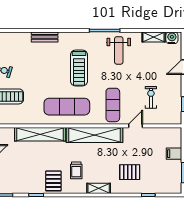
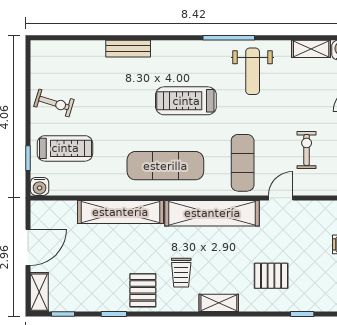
treadmill: (79, 68) -> (186, 101), turned 90

